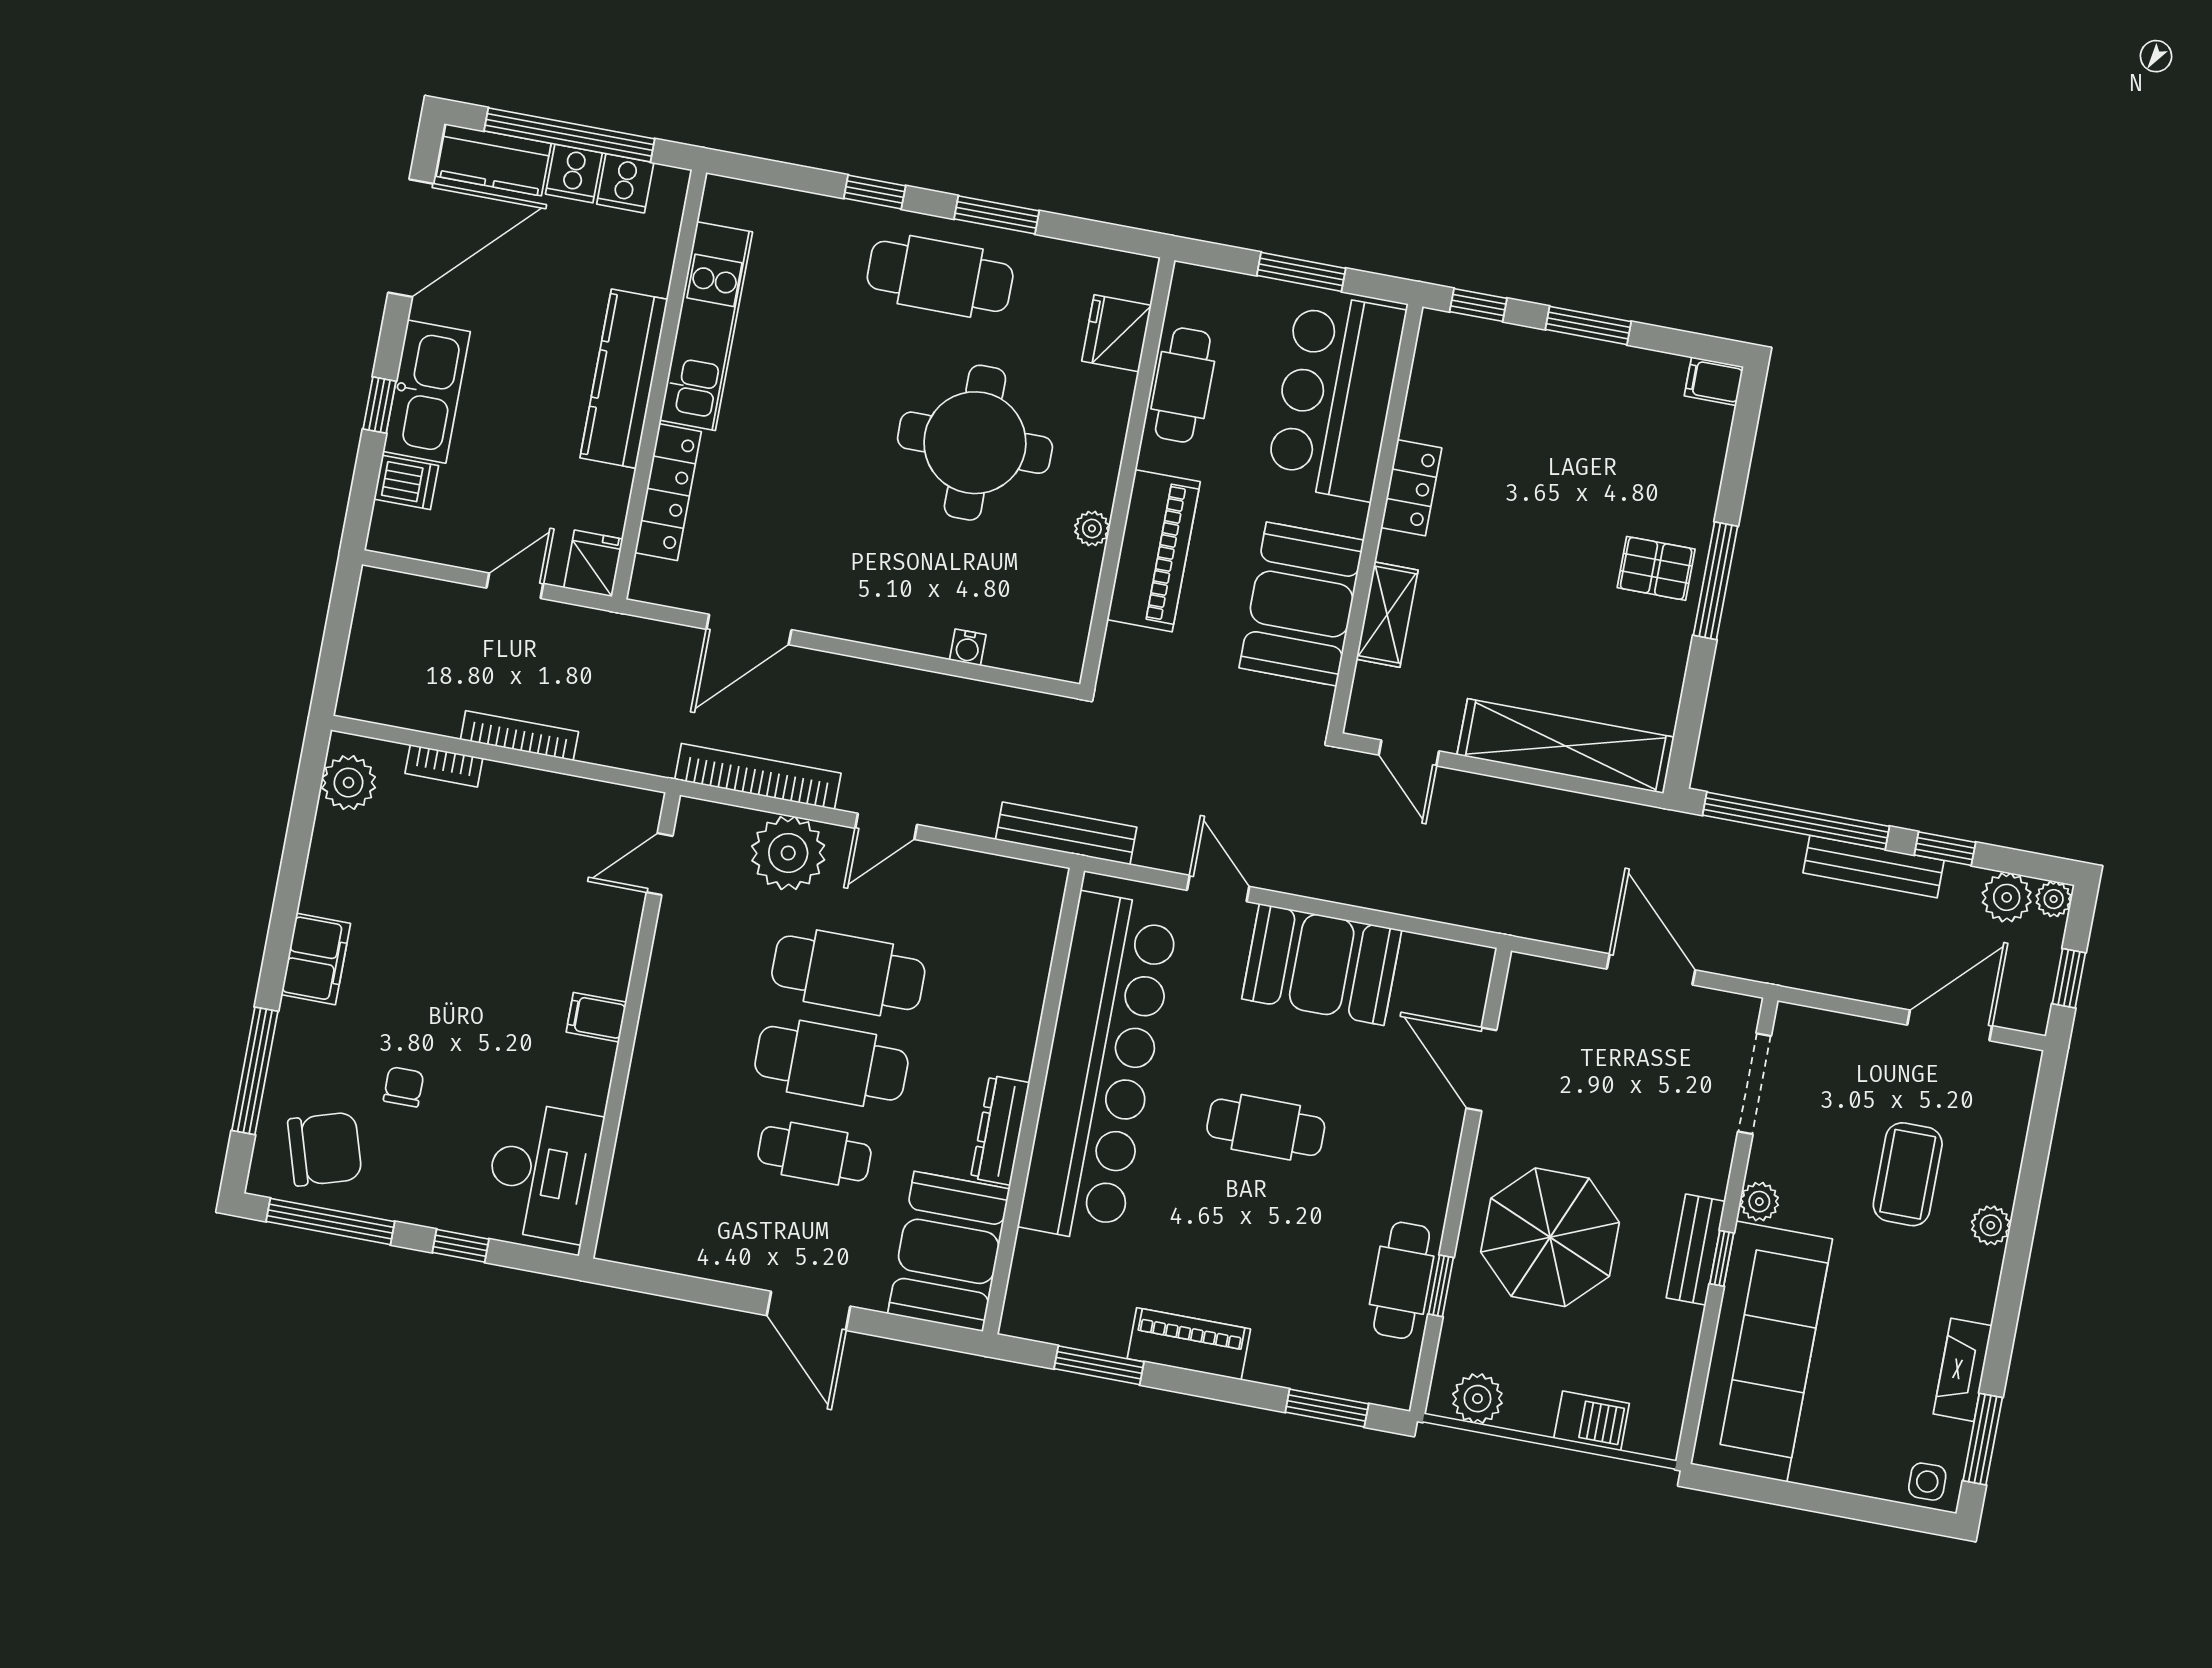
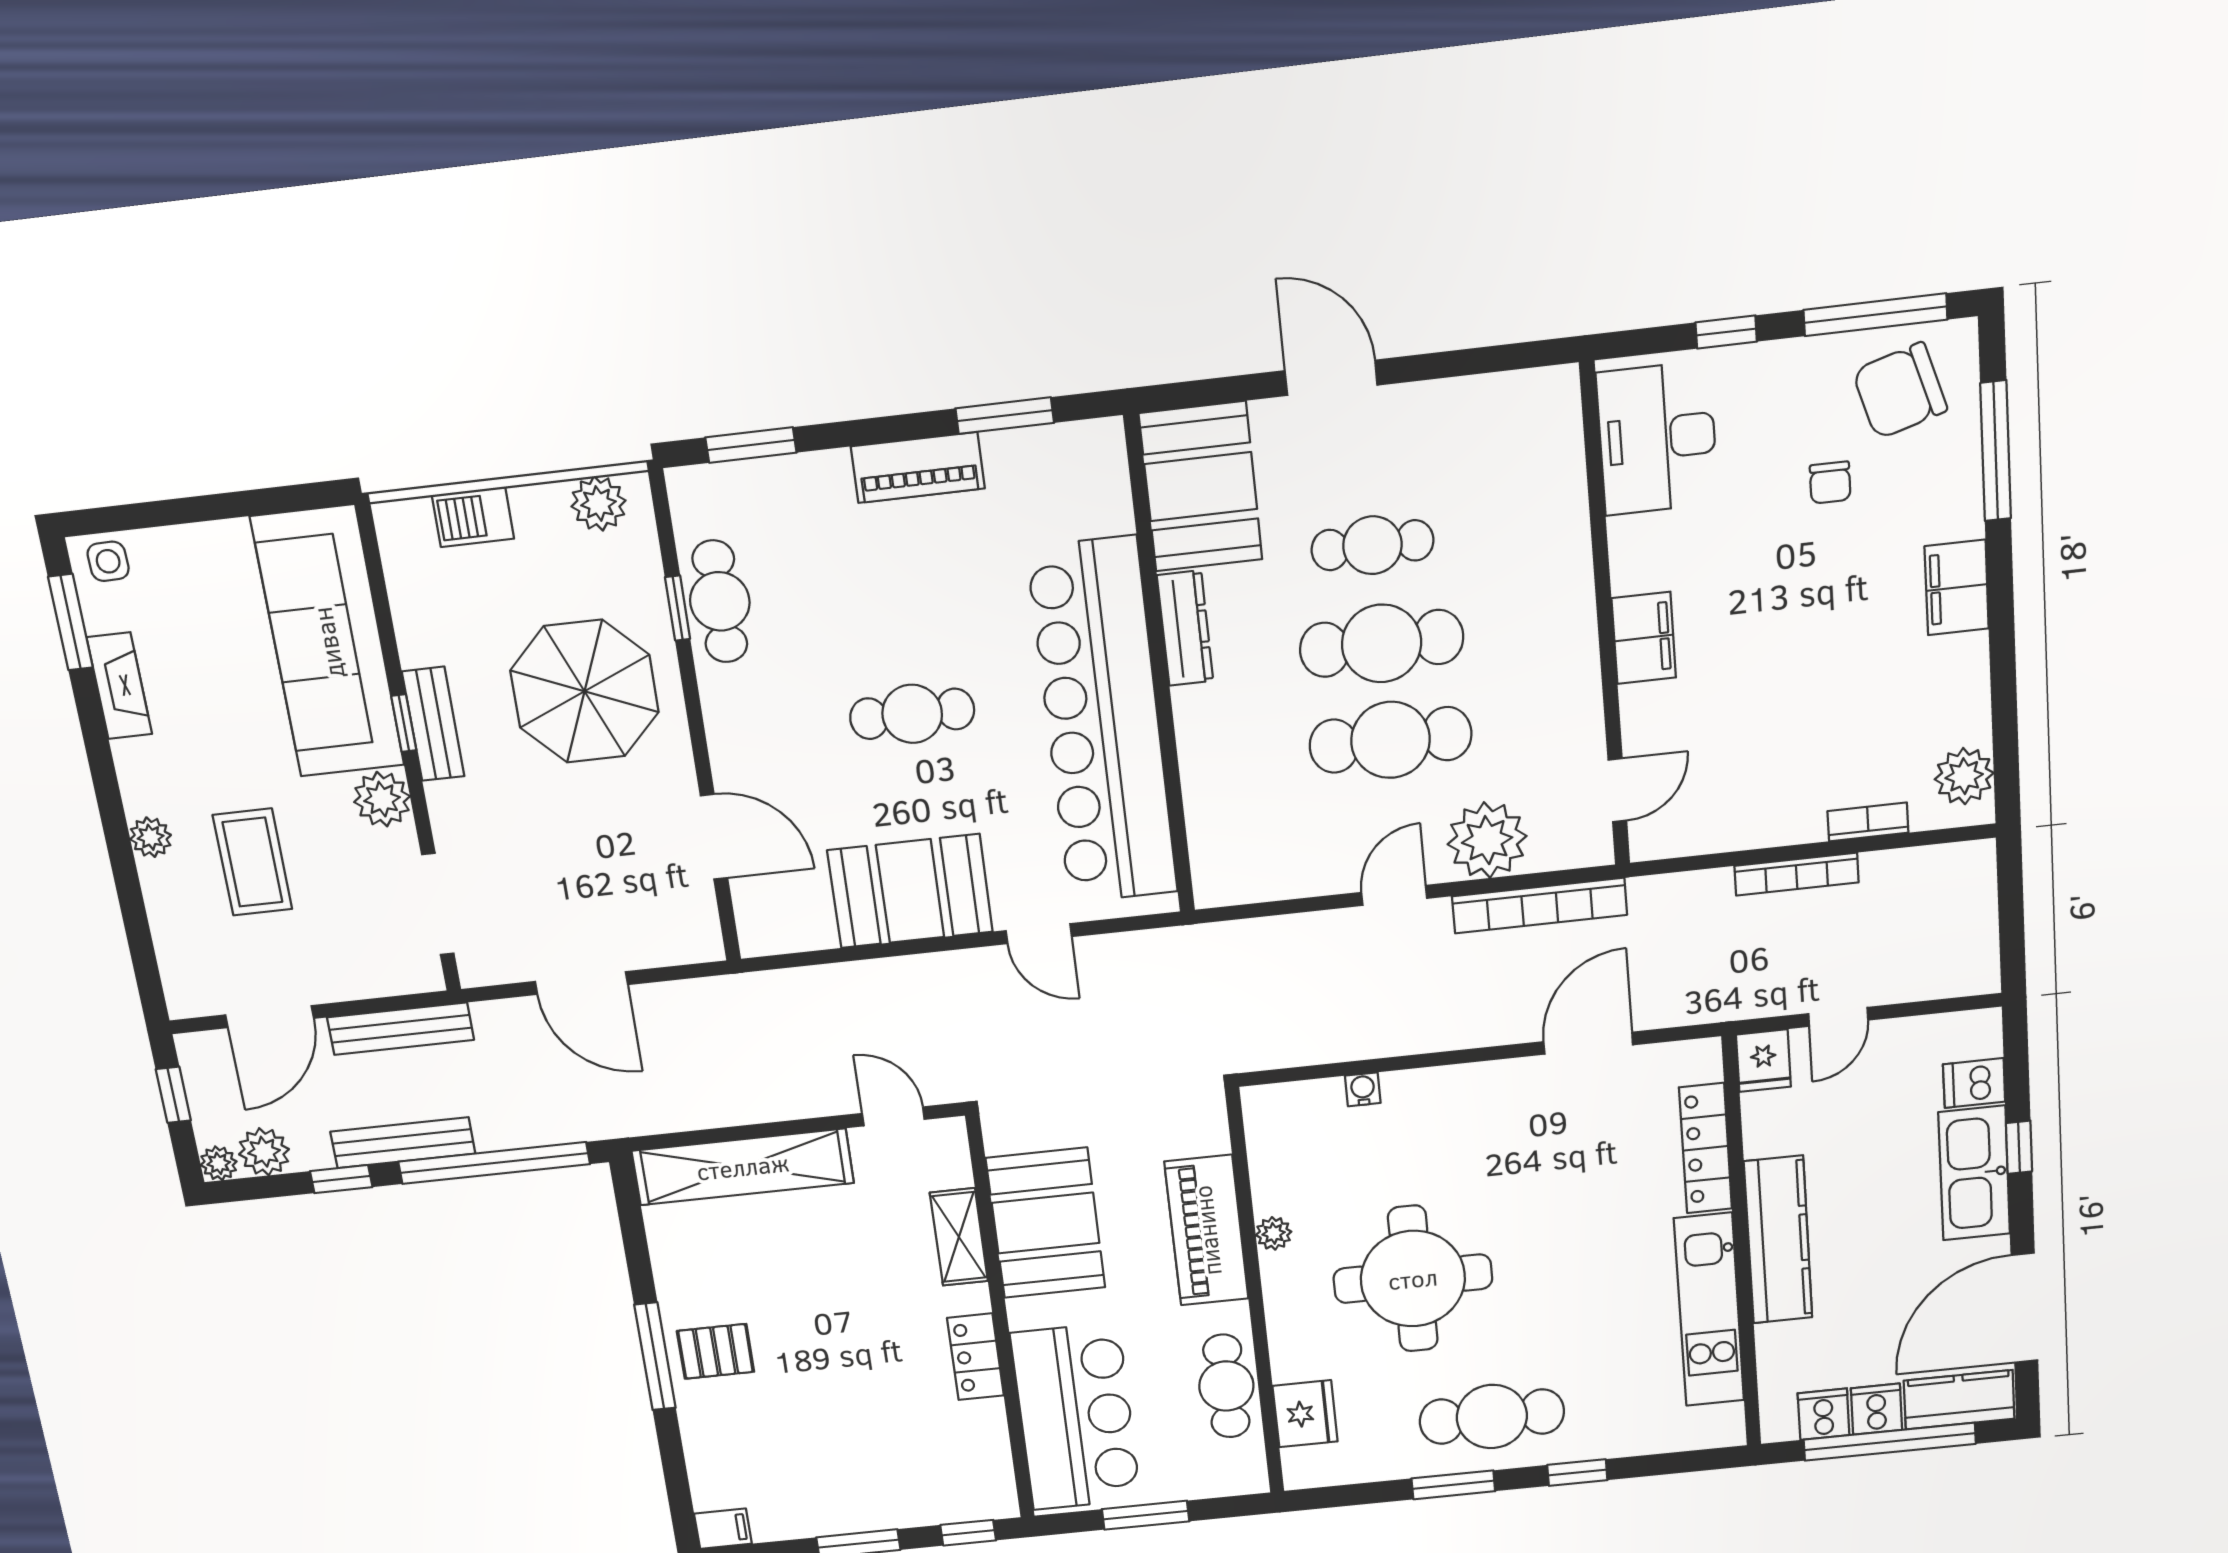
bench: (1066, 833) -> (401, 1029), moved
filing cabinet: (596, 1017) -> (1644, 638), width x2.00
plant: (1759, 1202) -> (382, 799), width x1.38, depth x1.38

